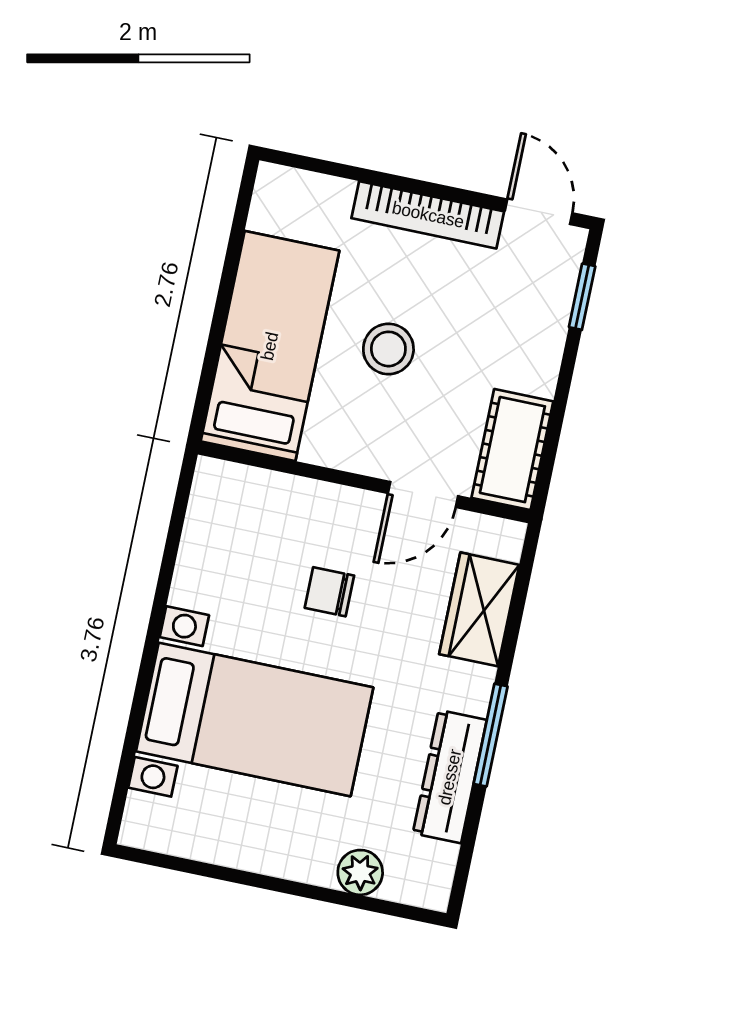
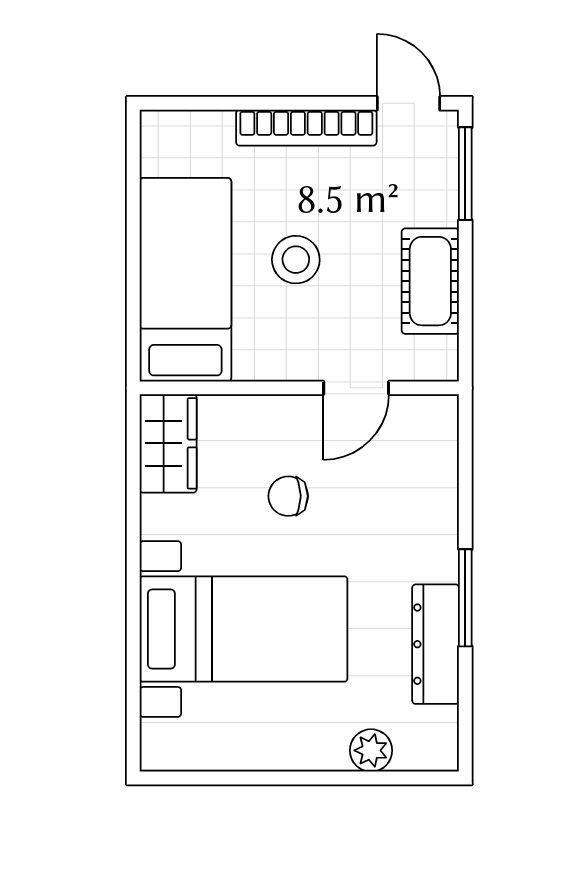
window: (582, 297) -> (465, 174), width x1.50
cot: (512, 450) -> (430, 281), moved
wardrobe: (479, 609) -> (168, 443), moved, turned 180

